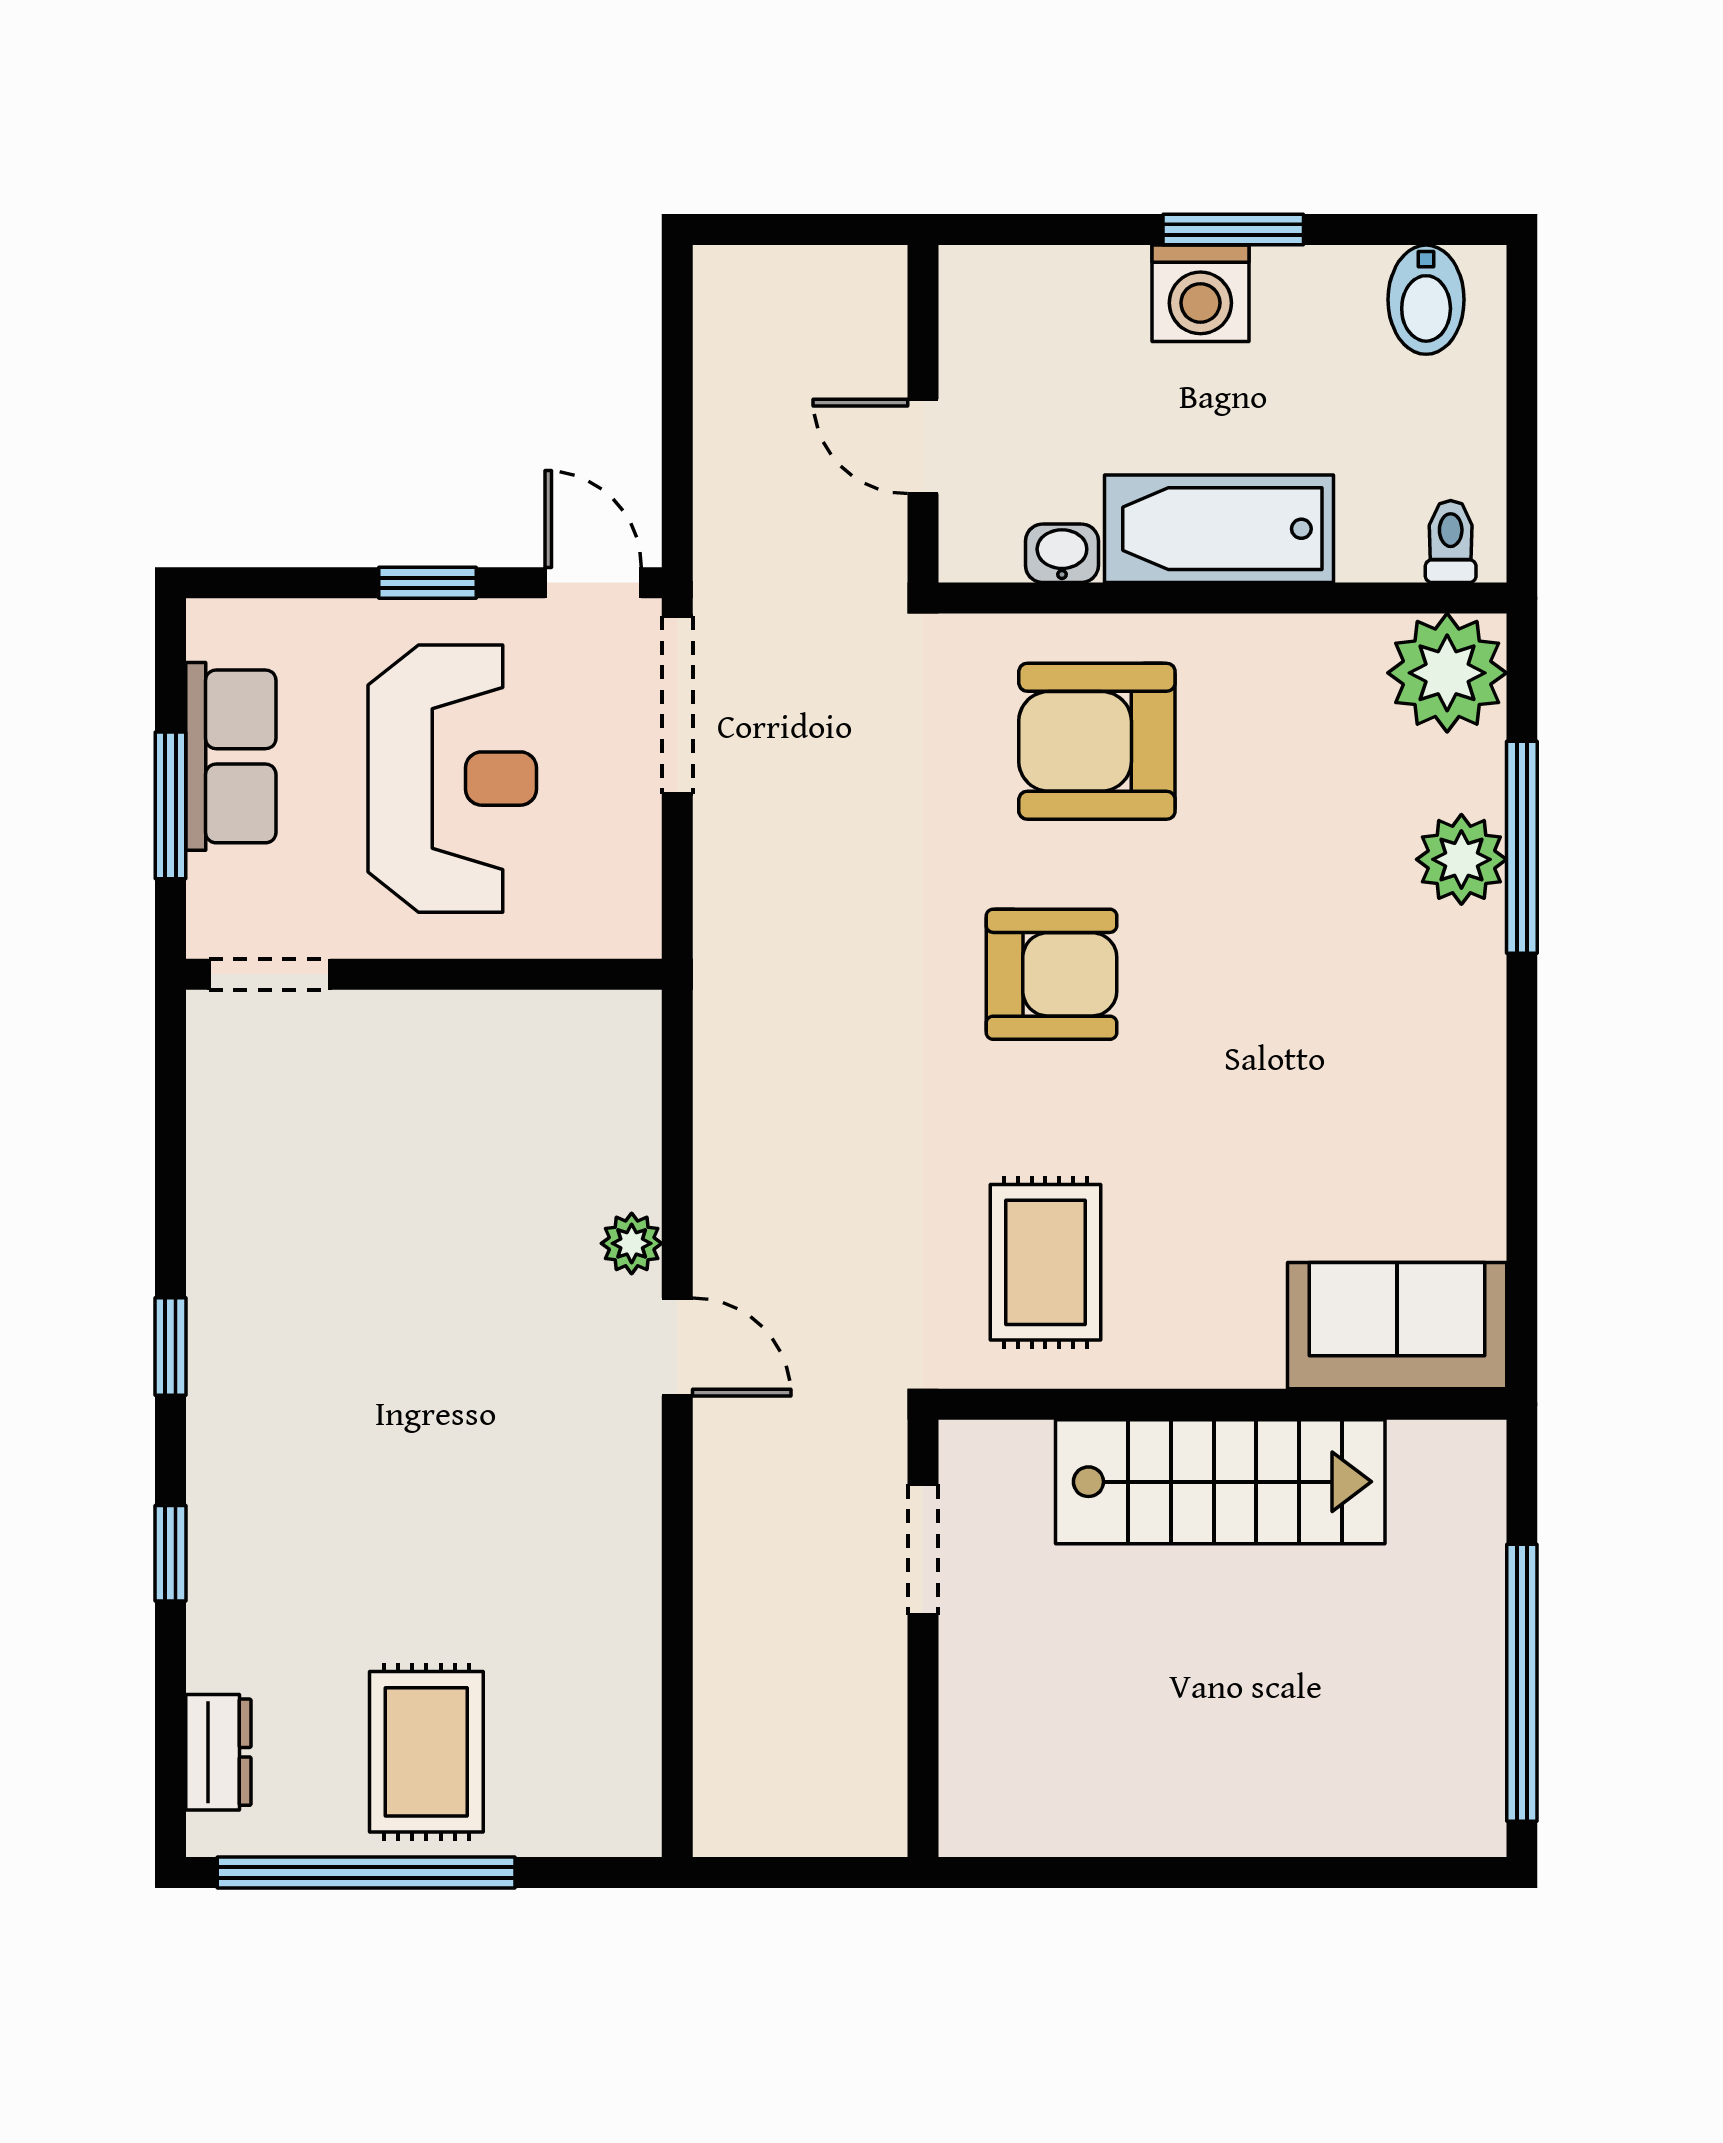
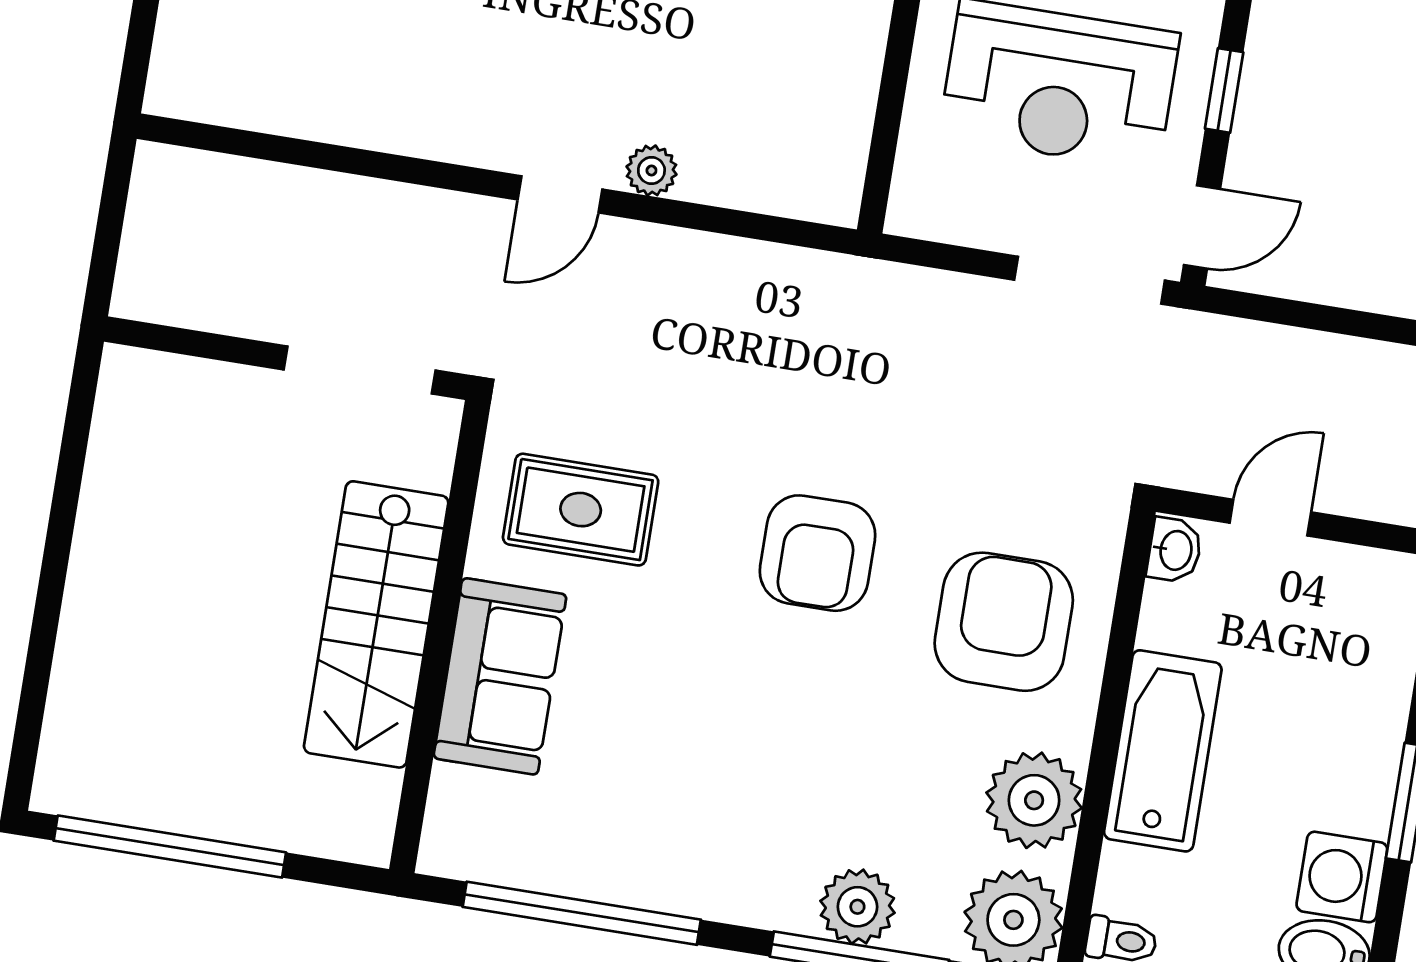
washing machine: (1200, 293) -> (1342, 877), moved
washbasin: (1062, 553) -> (1175, 550), moved
plant: (1302, 671) -> (1034, 800), added
window: (1522, 1184) -> (582, 913), added
sofa: (1397, 1326) -> (500, 676), moved
doorway: (923, 1550) -> (360, 370), width x1.38

